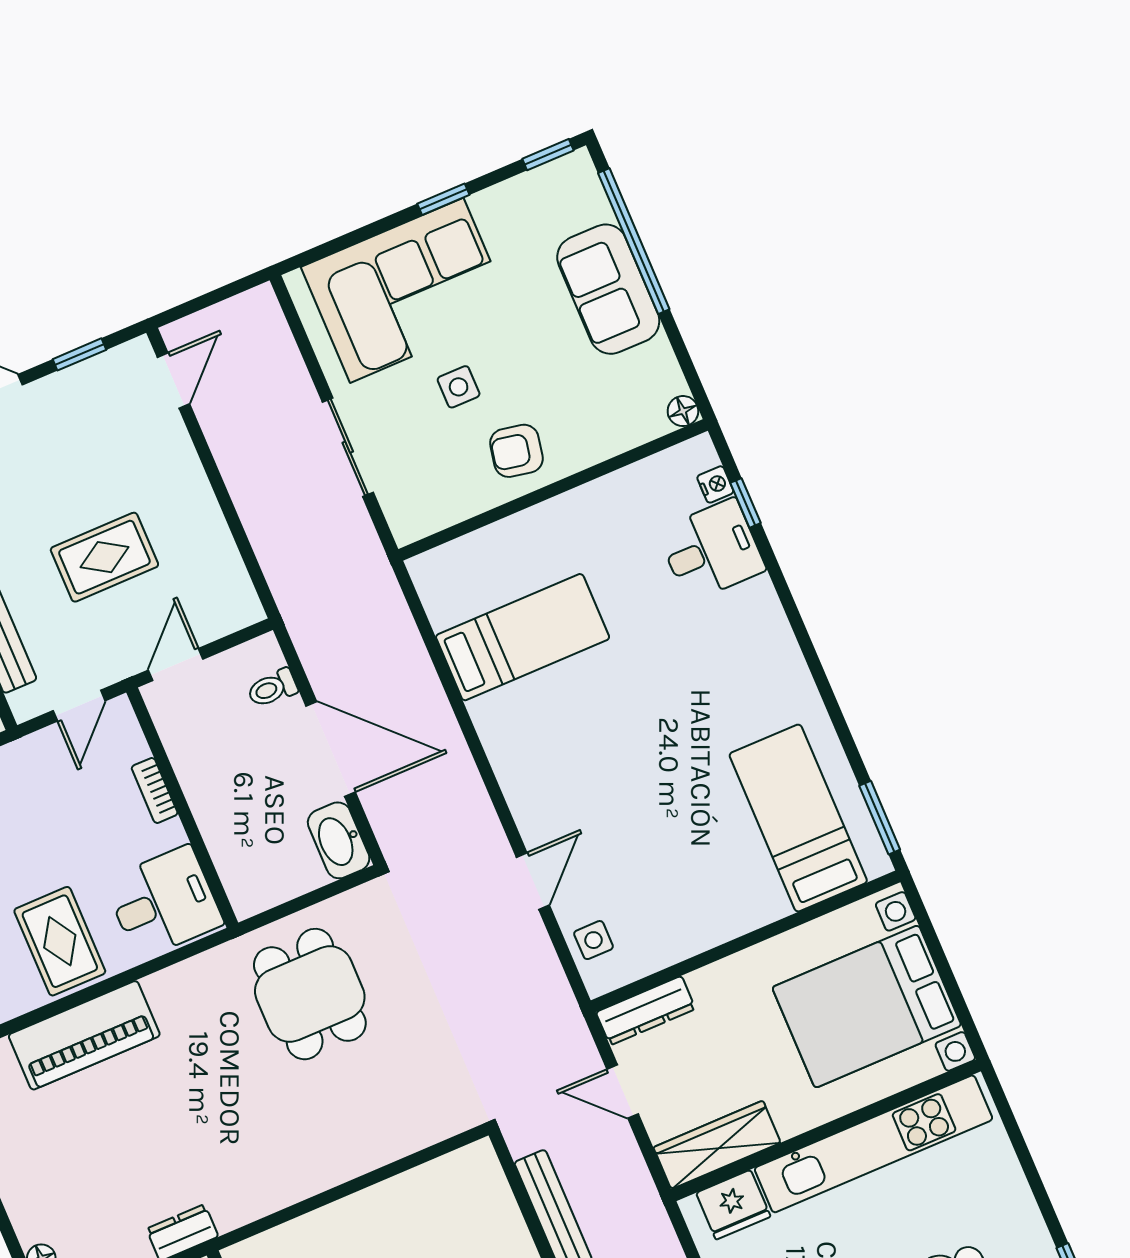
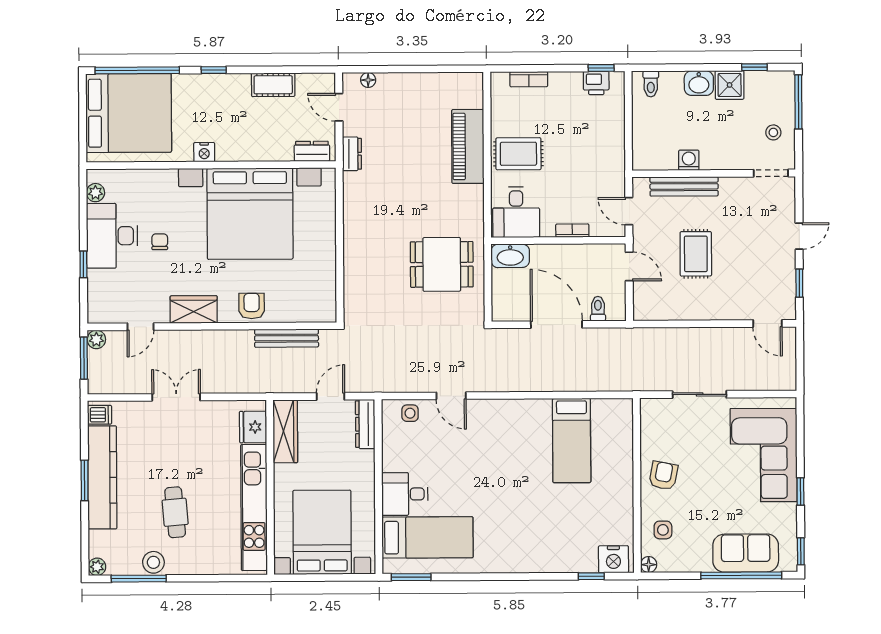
sofa: (608, 289) -> (746, 553), moved
side table: (459, 387) -> (663, 530), moved
nightstand: (715, 484) -> (613, 559), width x1.89, depth x1.79
desk: (711, 550) -> (405, 494), moved, turned 90
door: (331, 749) -> (556, 324), swing flipped
washbasin: (339, 840) -> (510, 256), moved, turned 180

